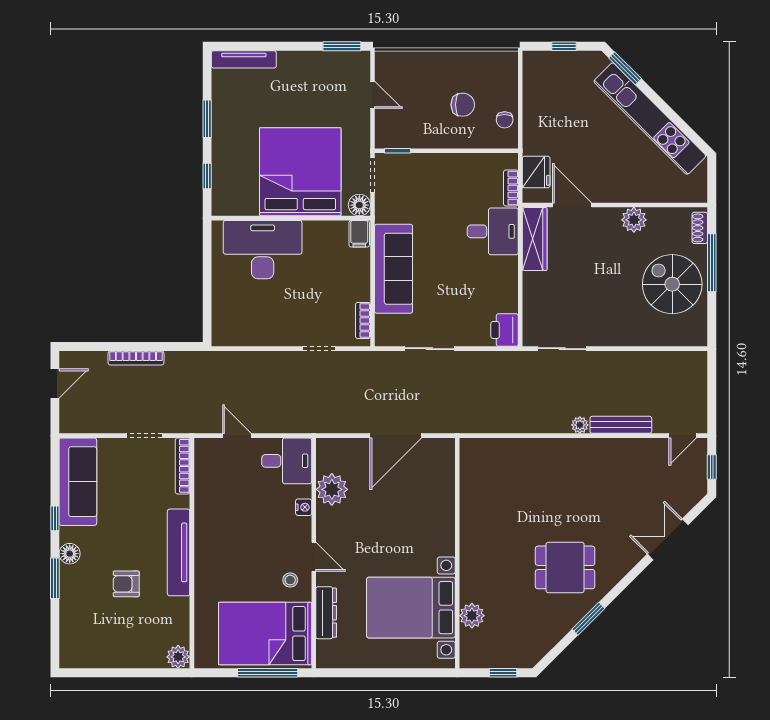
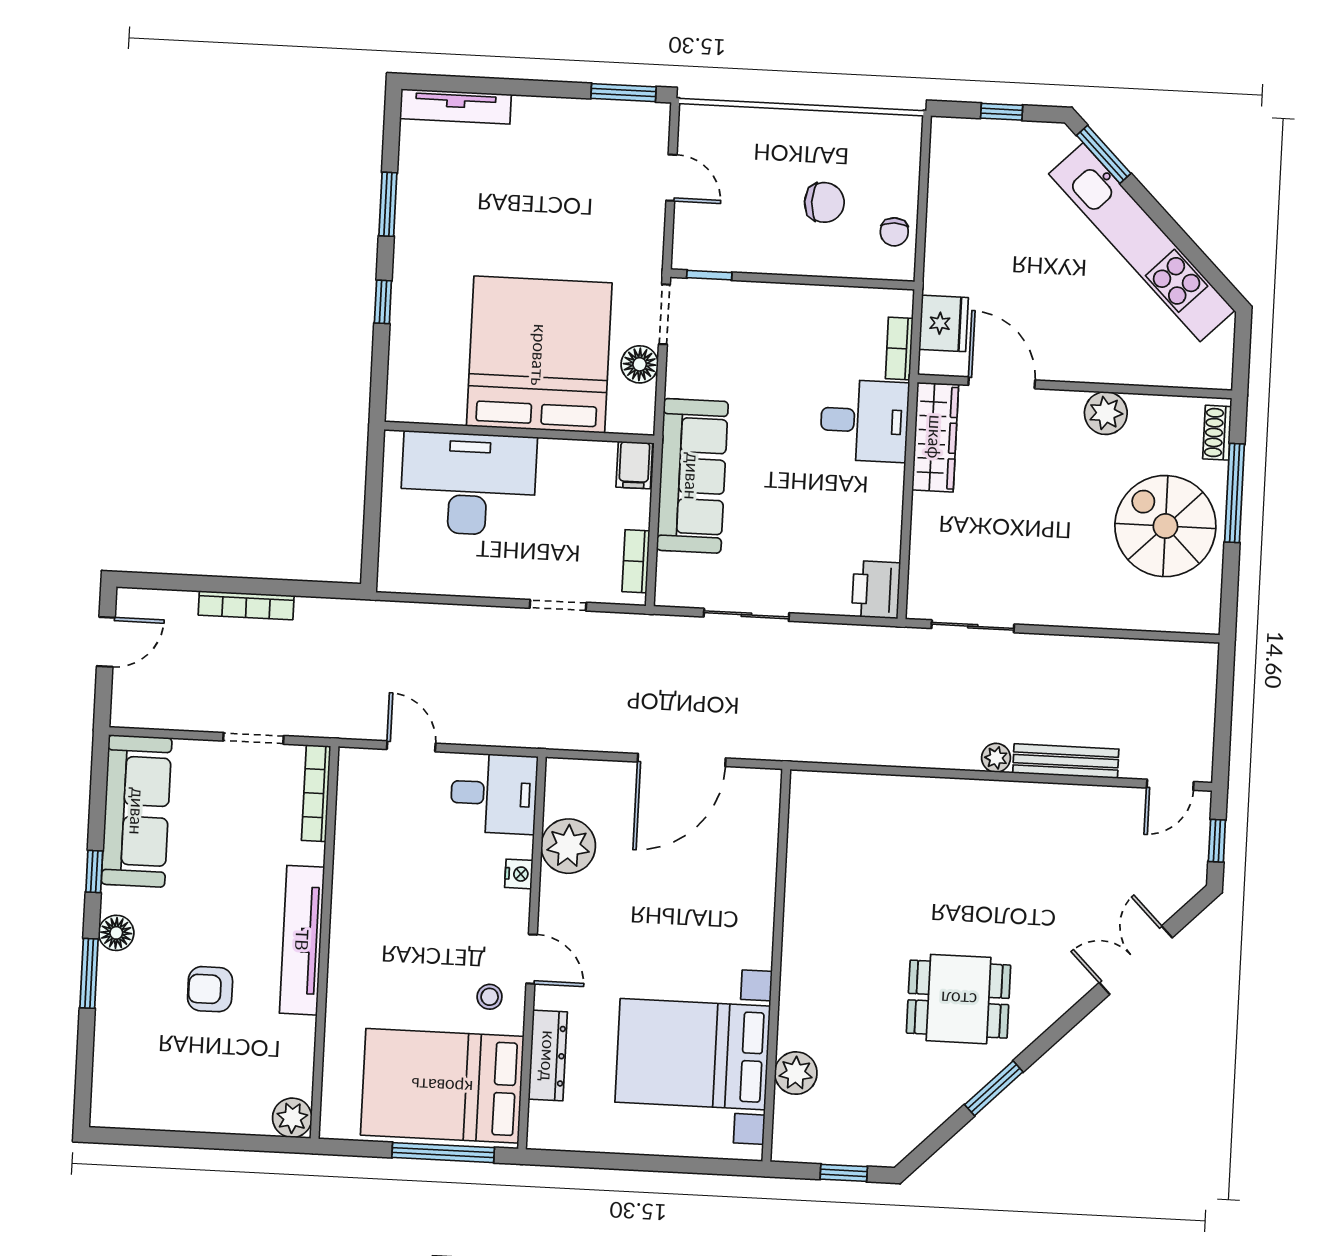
bed: (300, 172) -> (539, 355), moved
wall: (291, 218) -> (519, 433), moved
filing cabinet: (359, 234) -> (634, 465), moved
desk: (263, 250) -> (468, 484), moved

